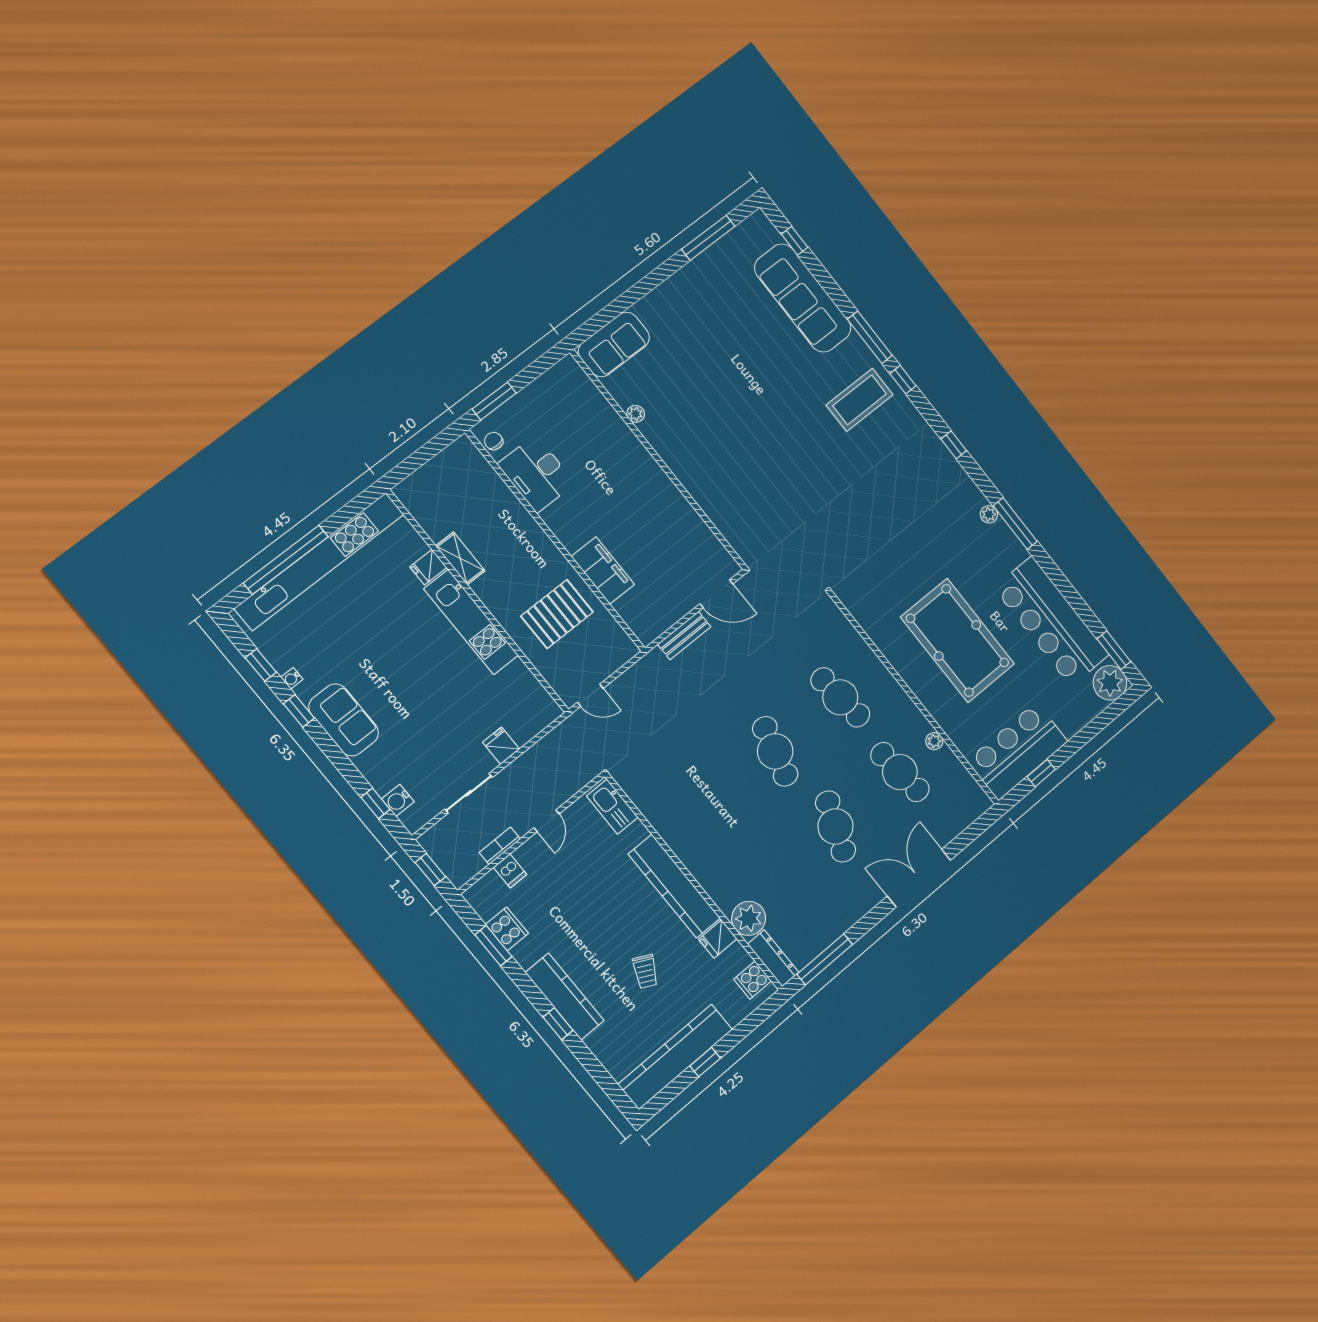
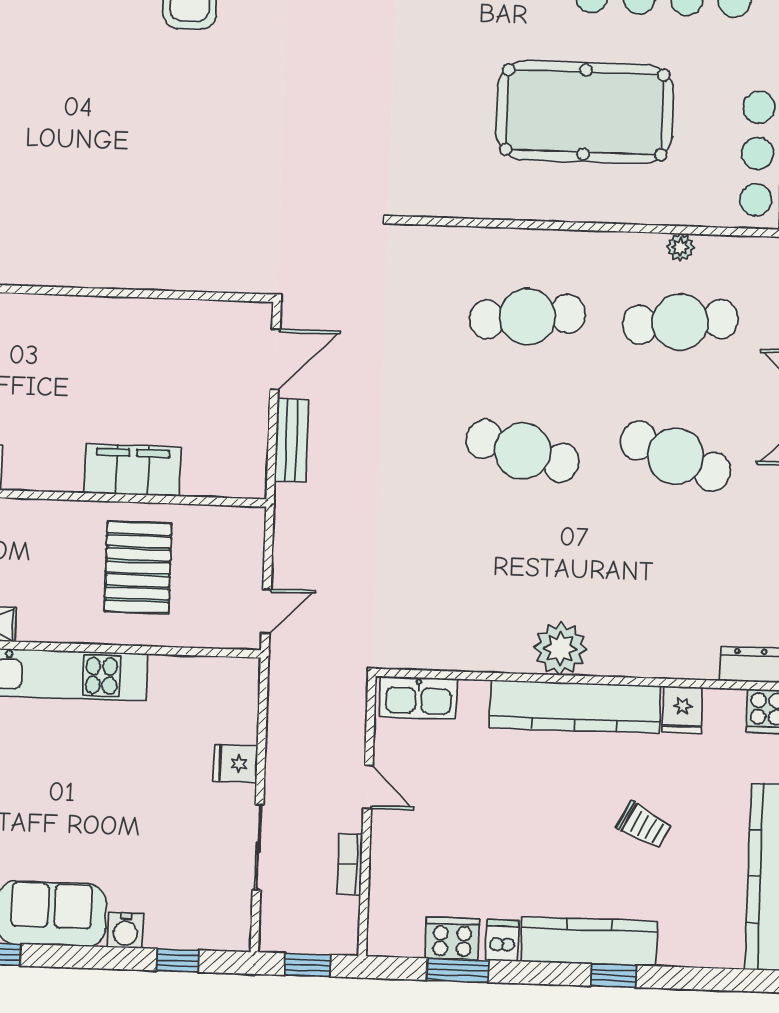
water cooler: (398, 800) -> (125, 930), moved
dishwasher: (510, 871) -> (502, 940), moved, turned -90
plant: (749, 918) -> (560, 649), moved

